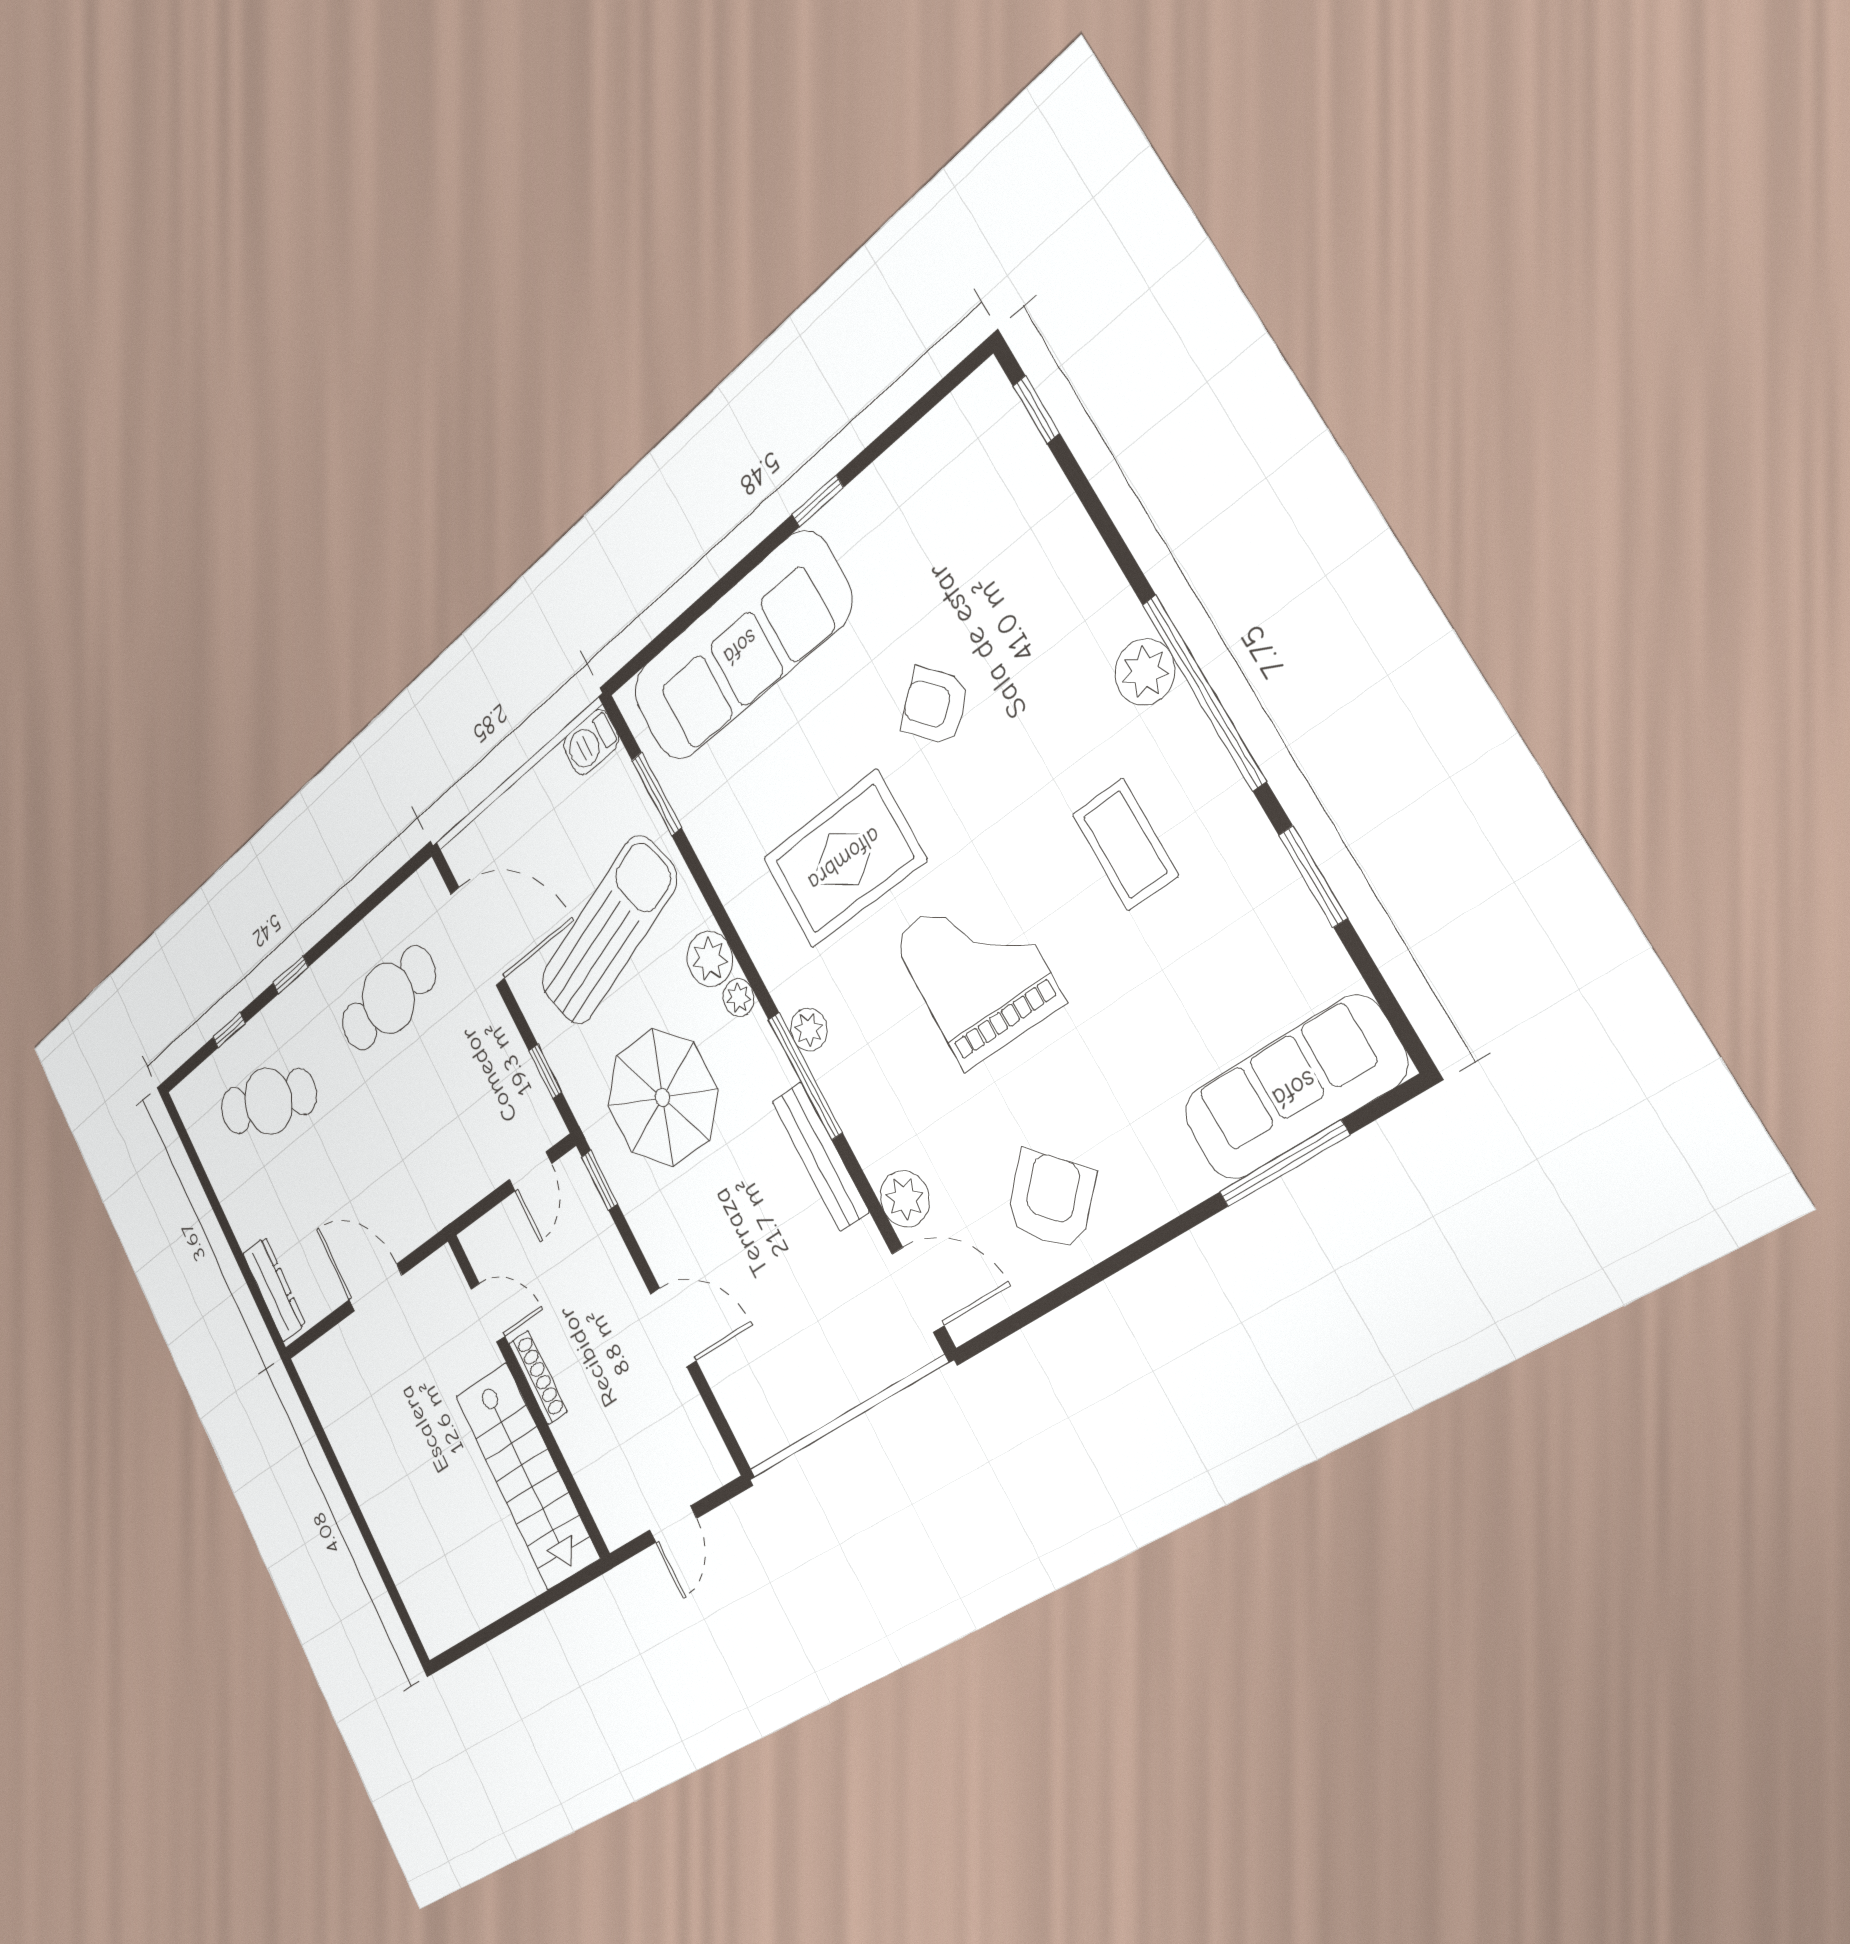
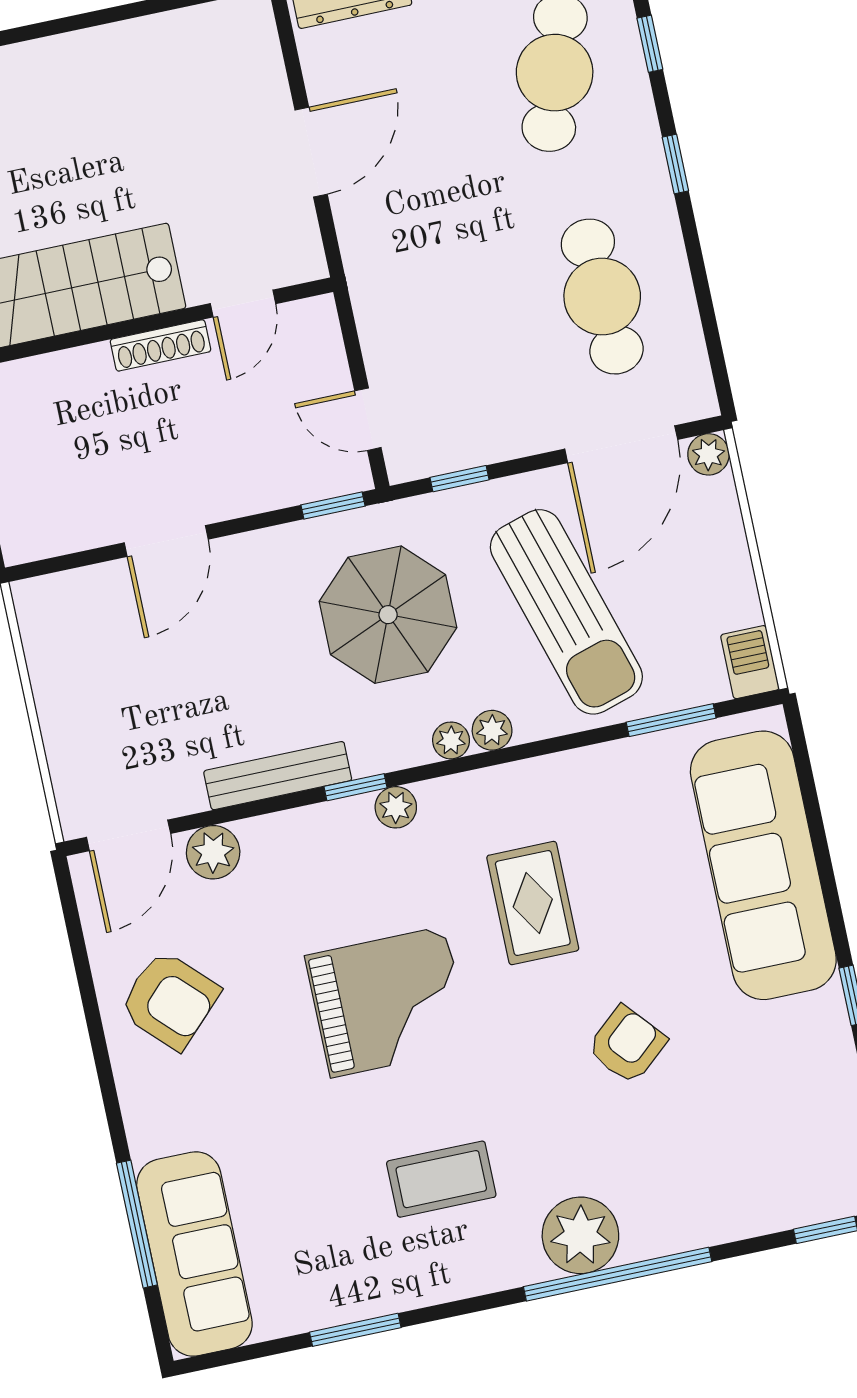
plant: (1145, 672) -> (580, 1235), width x1.36, depth x1.36
window: (1204, 692) -> (618, 1274), moved
plant: (460, 855) -> (708, 454), added
rug: (844, 859) -> (533, 903), width x0.73, depth x0.70
plant: (710, 959) -> (492, 730), width x0.73, depth x0.73
window: (805, 1076) -> (356, 787), width x0.46

